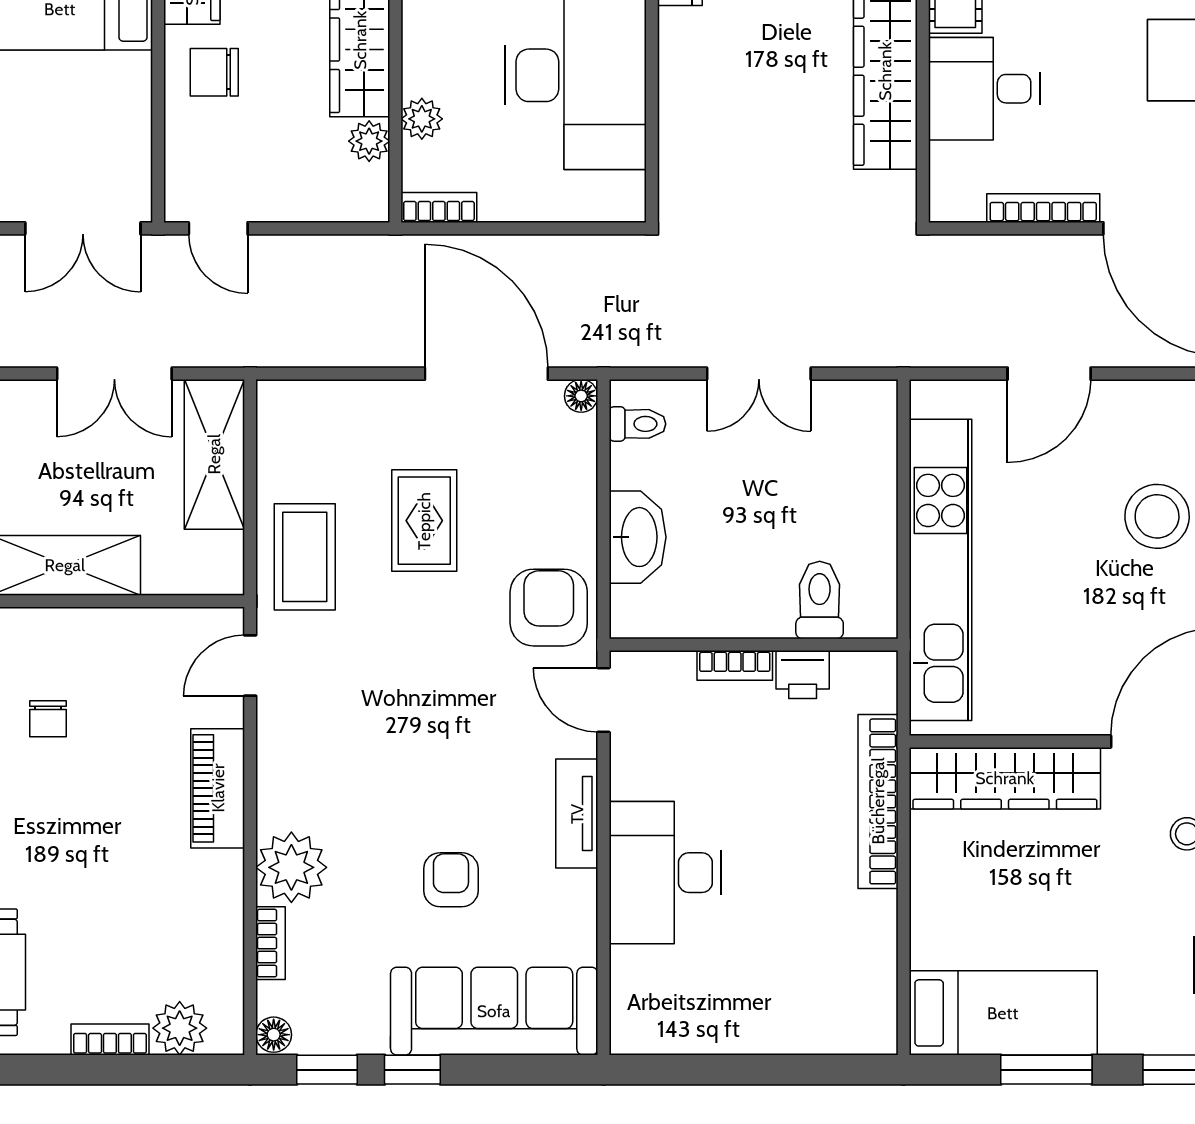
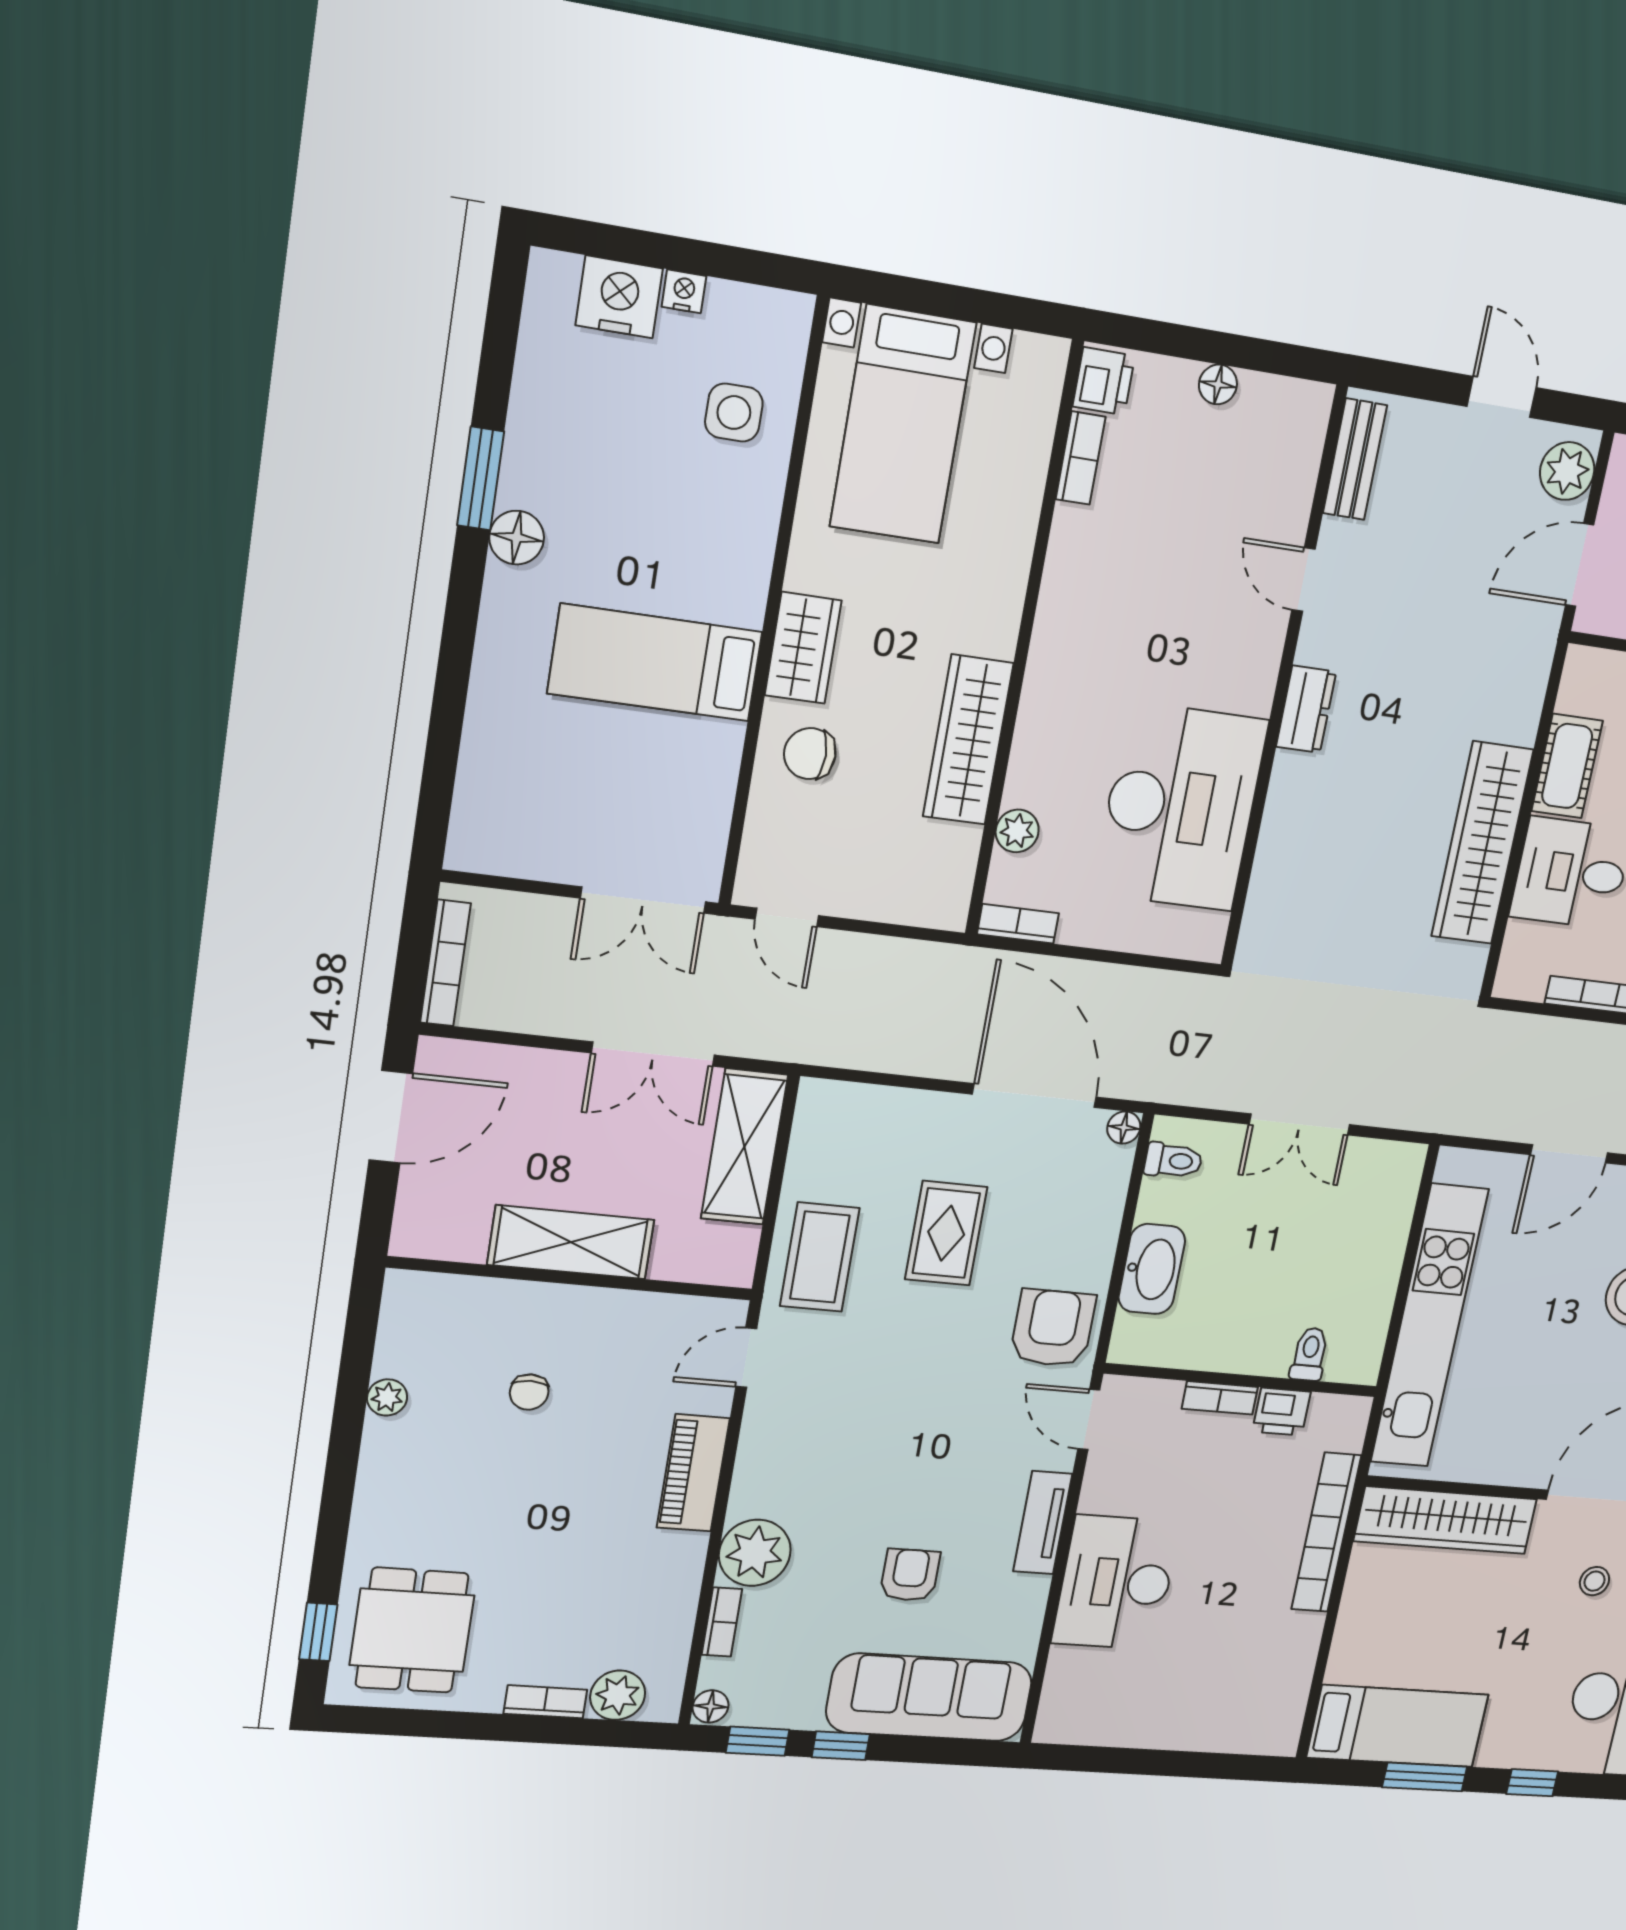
plant: (369, 141) -> (959, 847), removed
toilet: (820, 600) -> (1310, 1354), width x0.73, depth x0.72

